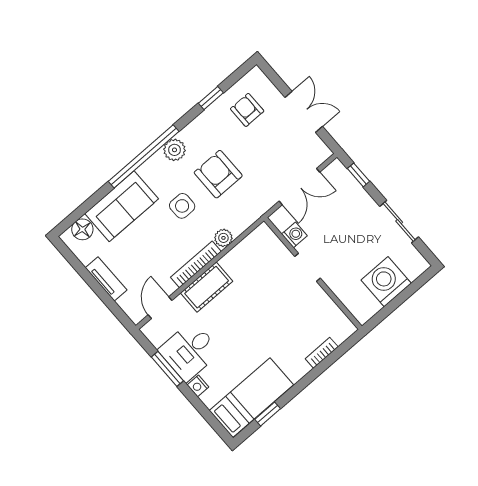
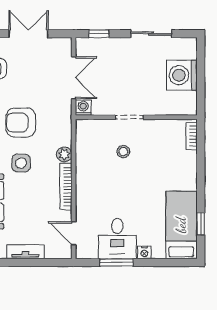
washing machine: (294, 235) -> (83, 108), moved
cot: (207, 287) -> (86, 192), removed
stool: (272, 289) -> (123, 152), added
bookcase: (322, 353) -> (192, 136), moved

